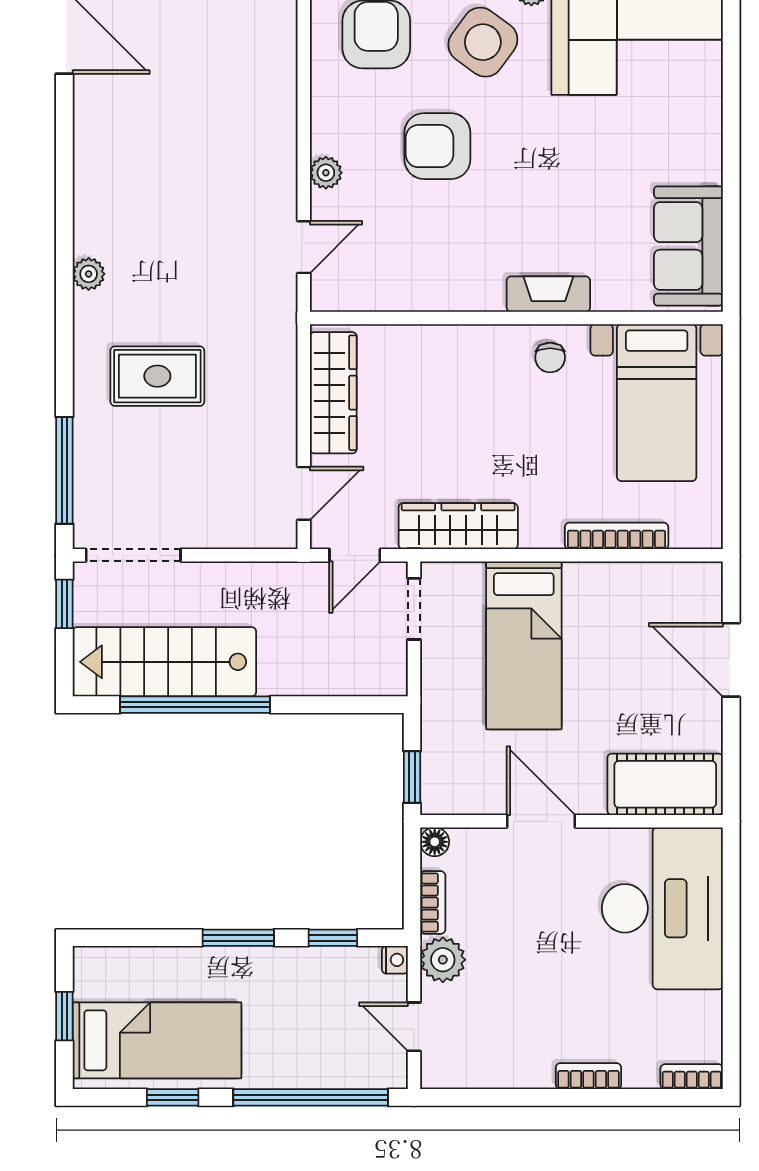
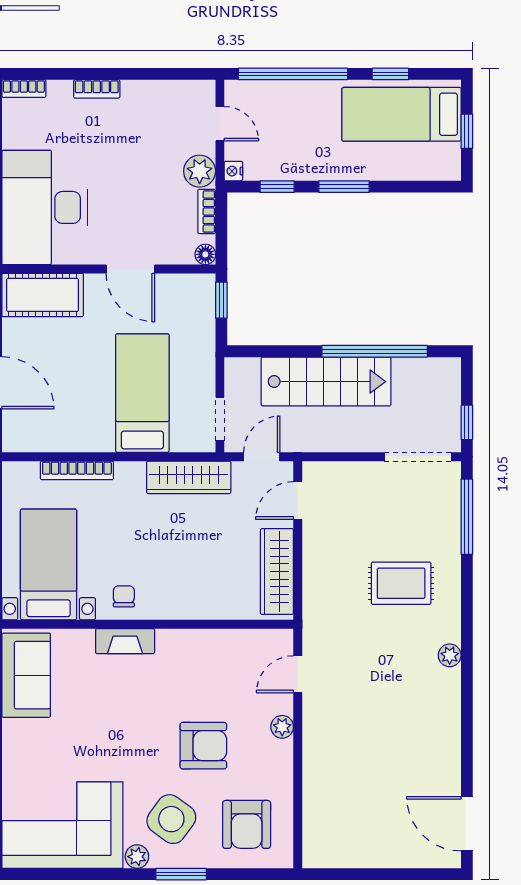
stairs: (164, 662) -> (326, 382), moved

